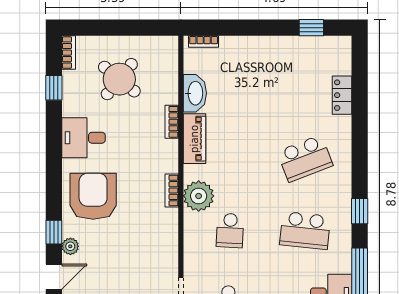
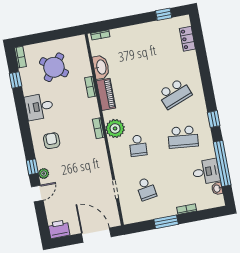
locker: (342, 95) -> (187, 39), moved
armchair: (93, 196) -> (52, 141), width x0.53, depth x0.53

